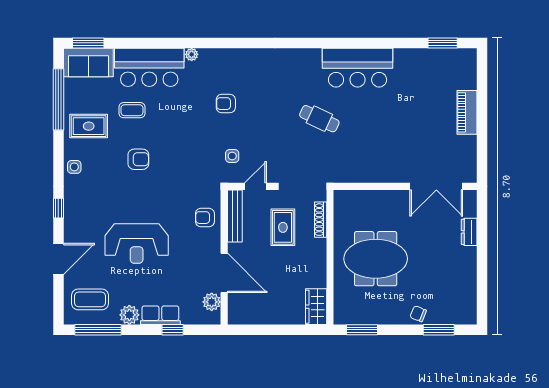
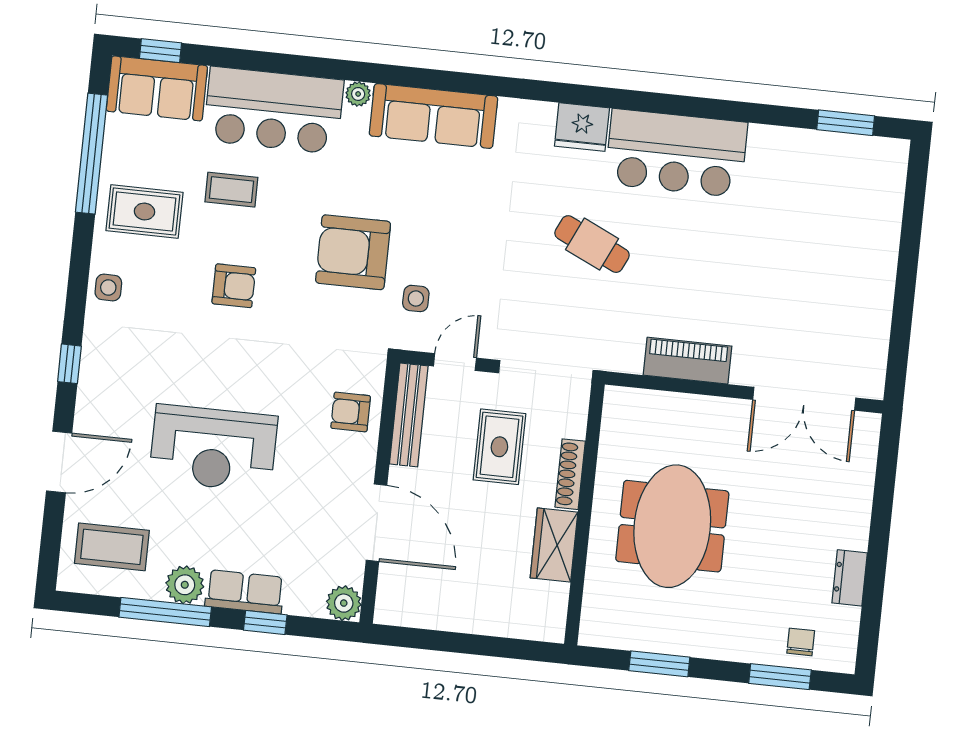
window: (88, 43) -> (160, 51), width x0.67
fridge: (308, 59) -> (582, 127), added
sofa: (231, 62) -> (433, 116), added
armchair: (226, 104) -> (353, 252), moved, width x1.88, depth x1.88
piano: (467, 112) -> (688, 361), moved, turned 90
shoe rack: (321, 220) -> (570, 474), moved
dresser: (469, 232) -> (850, 578), moved
meeting table: (376, 259) -> (672, 526), turned 90
plant: (212, 302) -> (344, 603), moved
wardrobe: (316, 307) -> (554, 545), moved
chair: (418, 314) -> (801, 642), moved, turned 68
window: (98, 330) -> (165, 612), moved
window: (362, 330) -> (659, 664), moved

